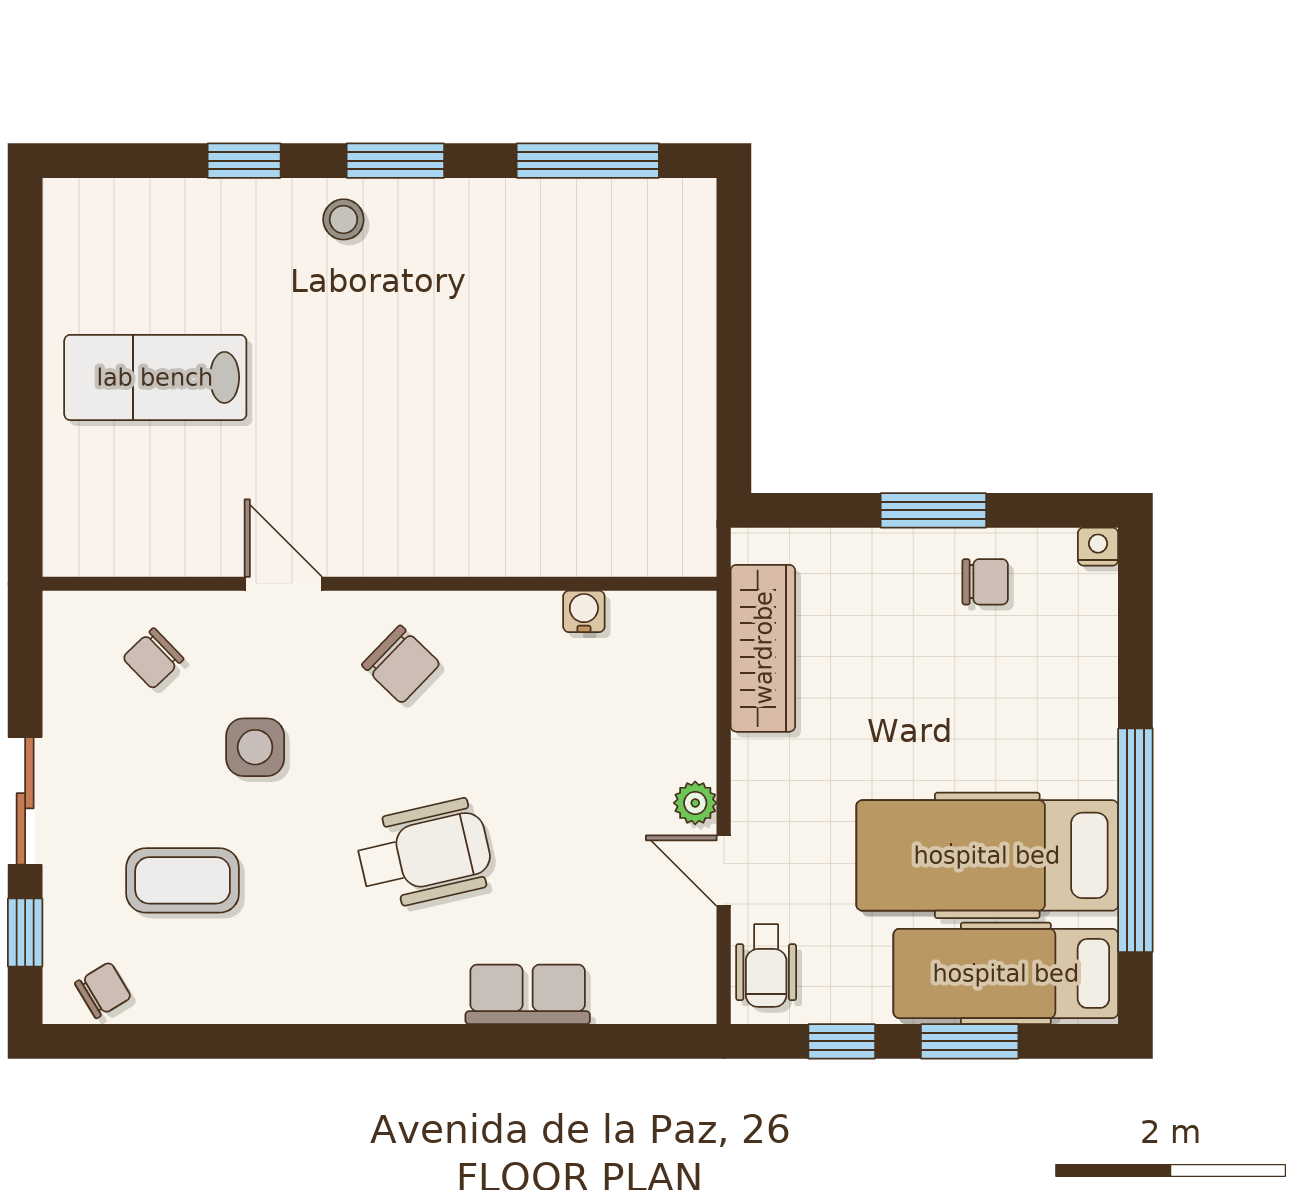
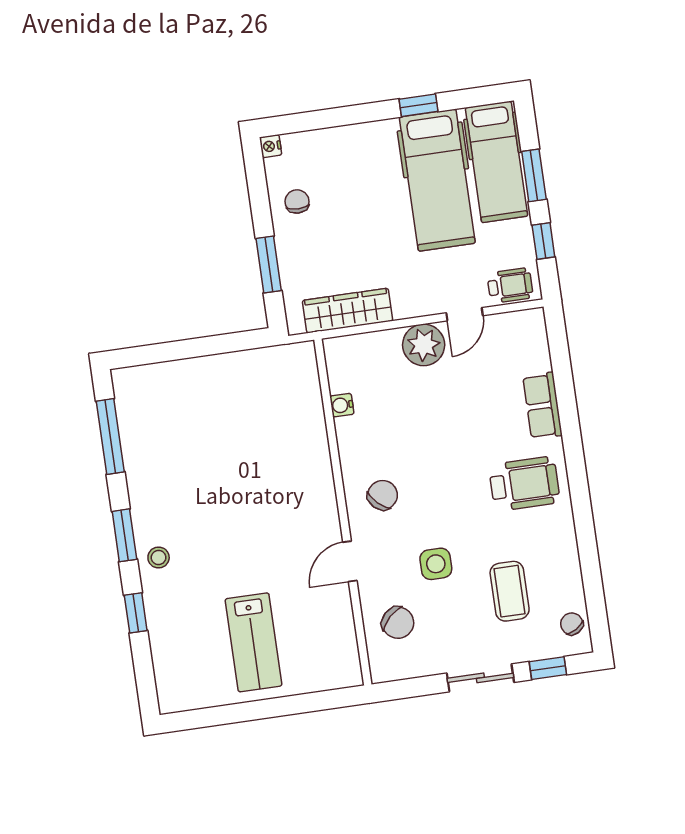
window: (933, 510) -> (269, 264), moved
chair: (153, 658) -> (398, 623), width x1.37, depth x1.37
plant: (695, 803) -> (424, 345), width x1.88, depth x1.88
window: (1135, 840) -> (418, 105), width x0.32
wheelchair: (424, 854) -> (524, 484), moved, turned 103

